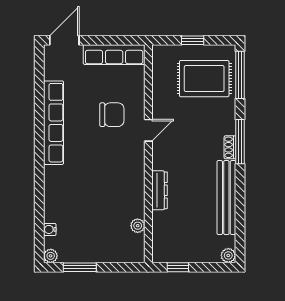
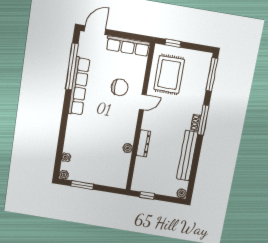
window: (193, 40) -> (173, 43), moved
rug: (204, 79) -> (169, 75), moved, turned 90
window: (39, 96) -> (72, 67), added
plant: (138, 226) -> (128, 148), moved

